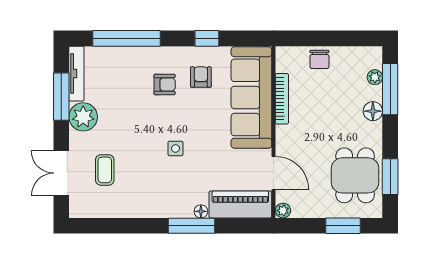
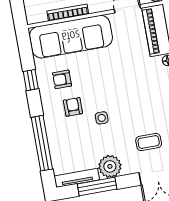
side table: (175, 148) -> (102, 118), moved

